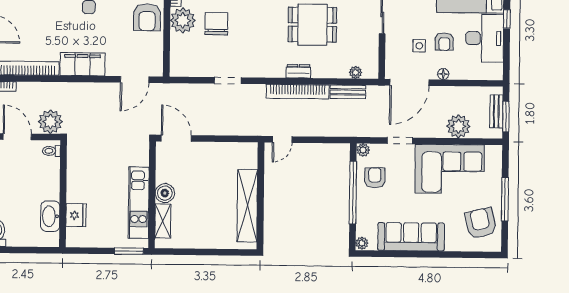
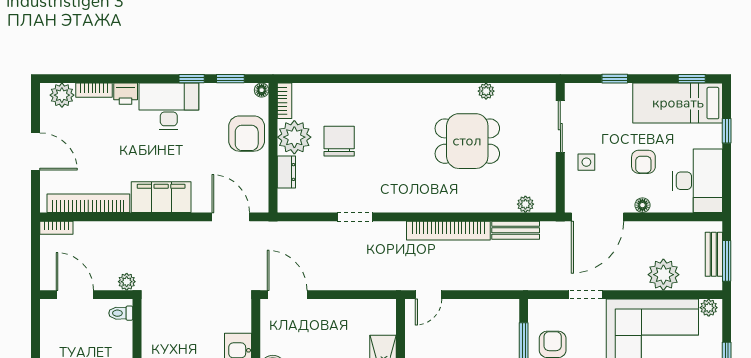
desk: (485, 38) -> (697, 181), moved
side table: (419, 46) -> (586, 162), moved
dresser: (298, 71) -> (286, 172), moved, turned 90
door: (135, 80) -> (231, 217), swing flipped
plant: (50, 122) -> (127, 282), width x0.53, depth x0.53
plant: (363, 150) -> (709, 308), moved

